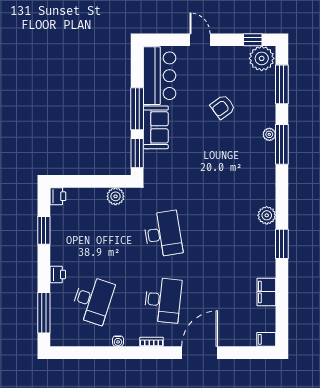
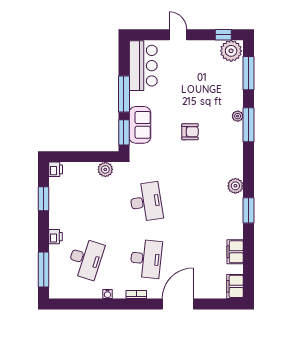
armchair: (223, 107) -> (190, 132), moved, turned -144
sofa: (156, 127) -> (140, 125), moved
filing cabinet: (266, 339) -> (235, 286), width x2.00

